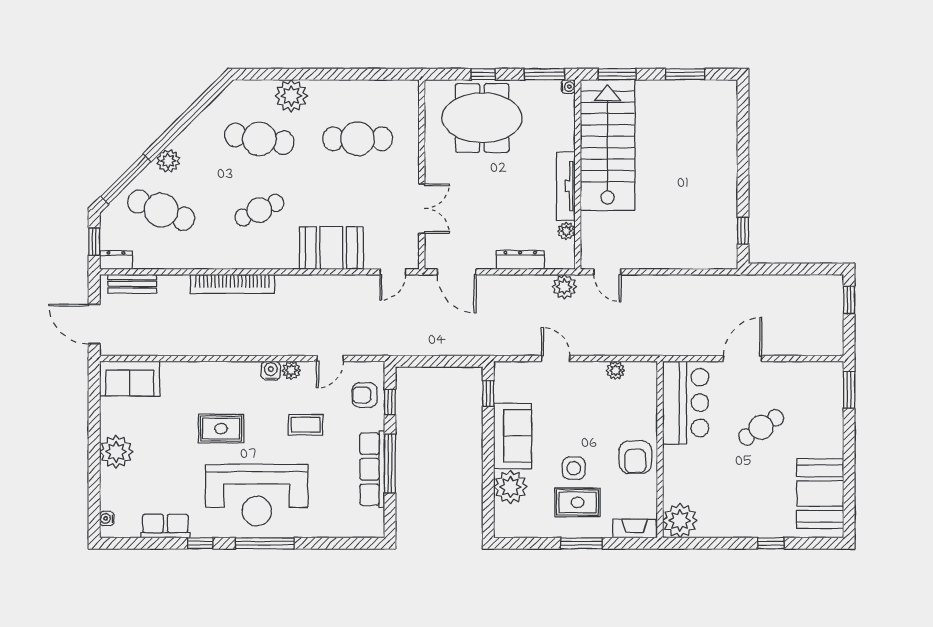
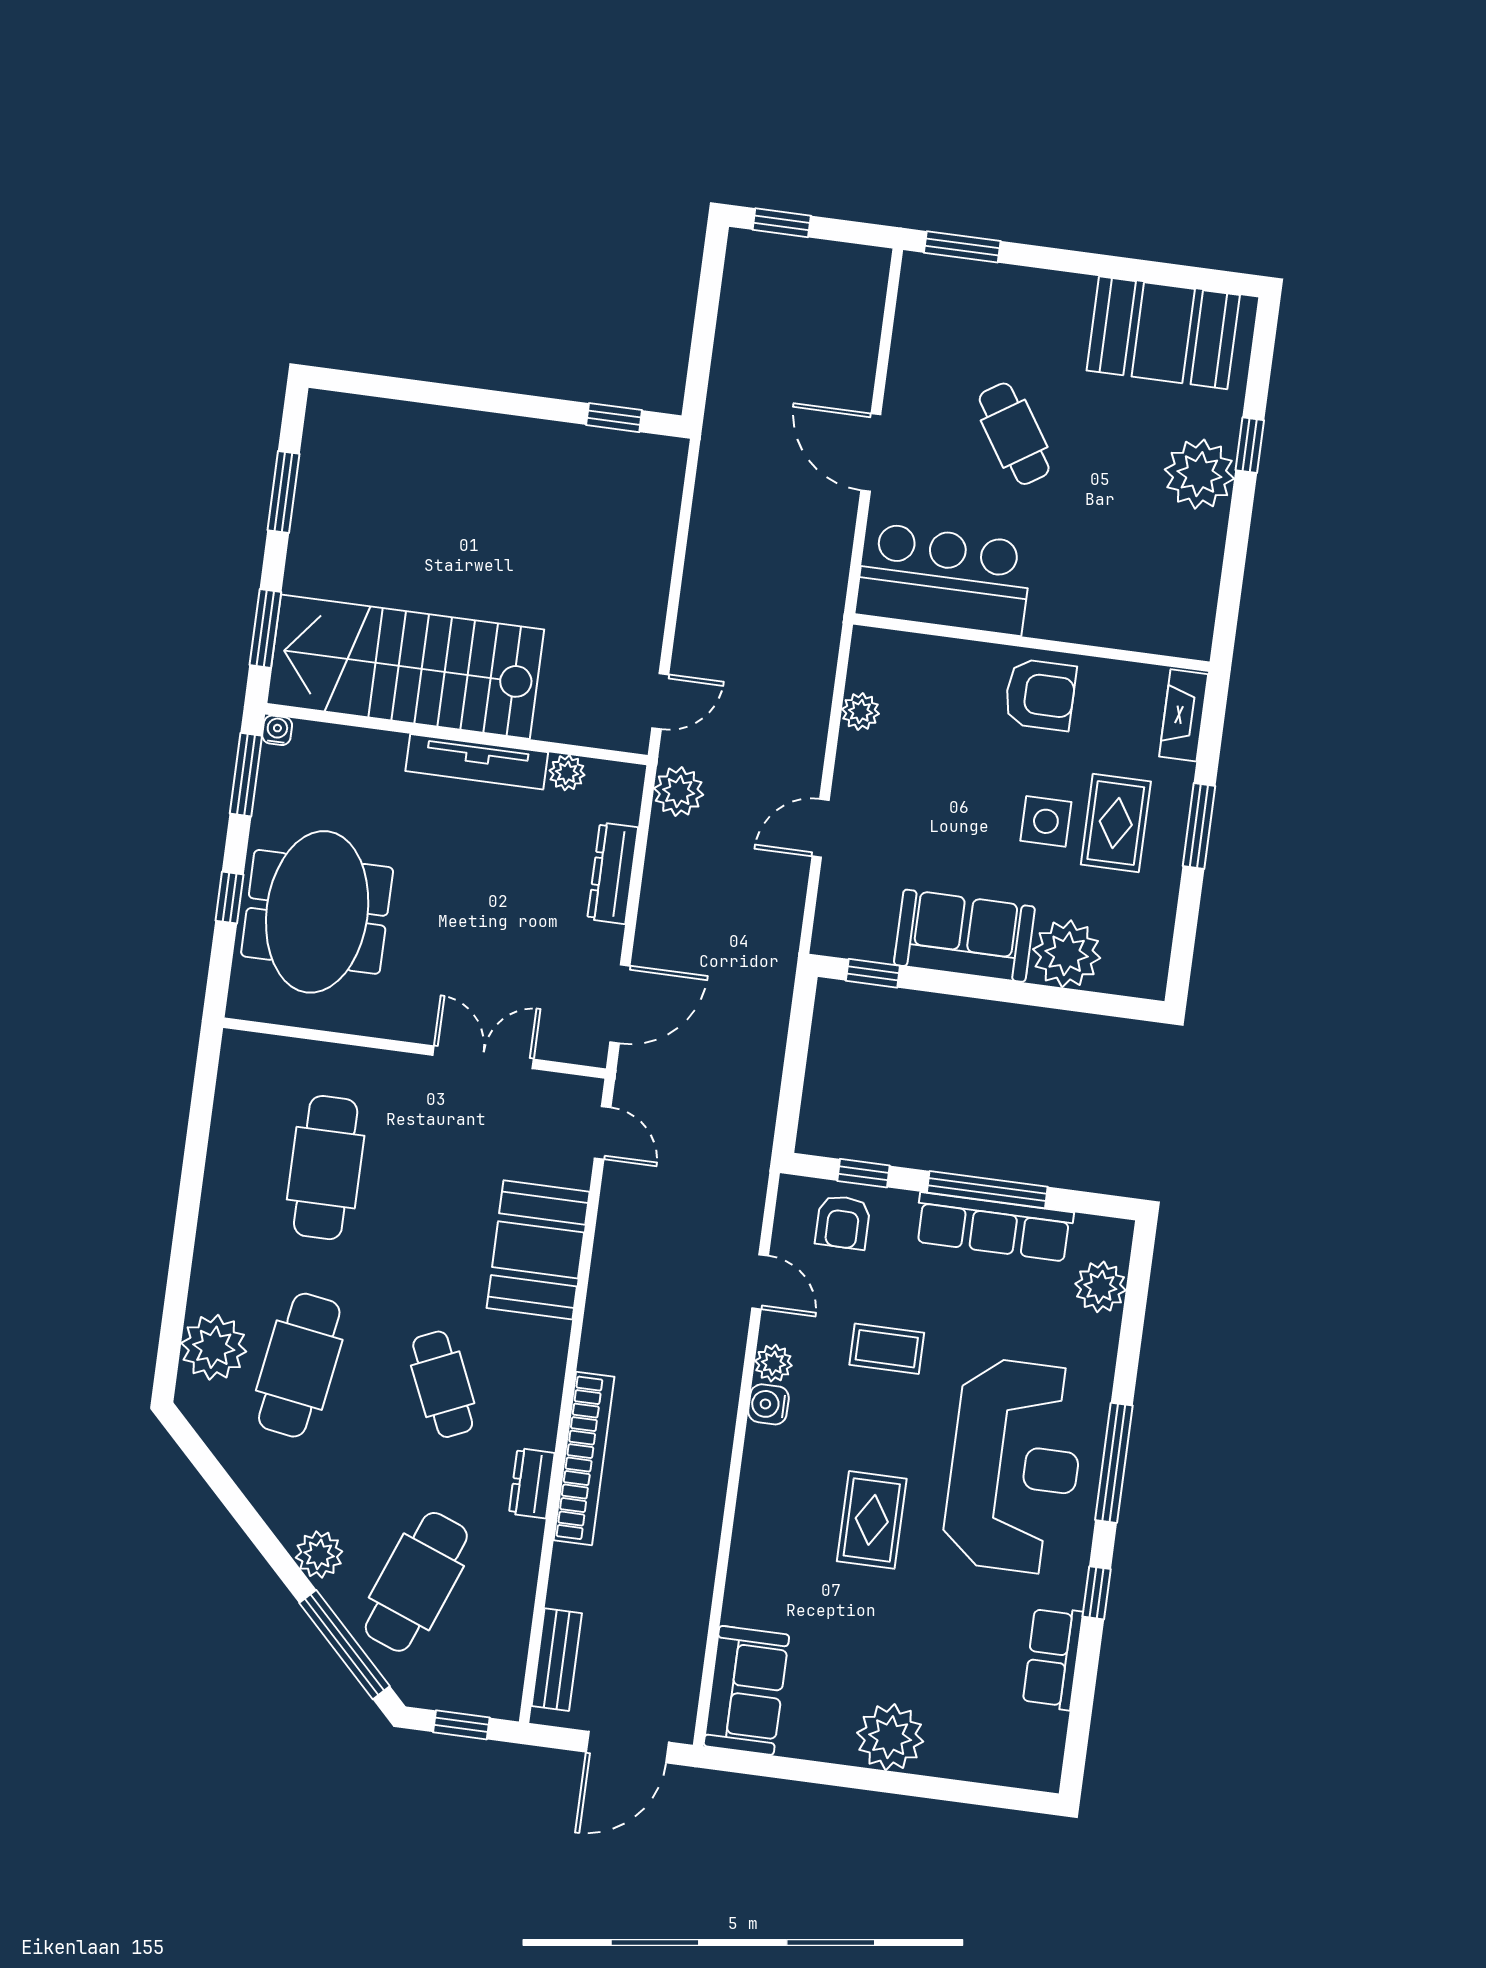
plant: (291, 96) -> (214, 1347), moved
dresser: (116, 260) -> (532, 1483), moved
coffee table: (306, 425) -> (887, 1349), turned 90
water cooler: (107, 518) -> (1022, 1774), removed
plant: (680, 521) -> (1199, 474), moved
plant: (350, 525) -> (1100, 1287), added

